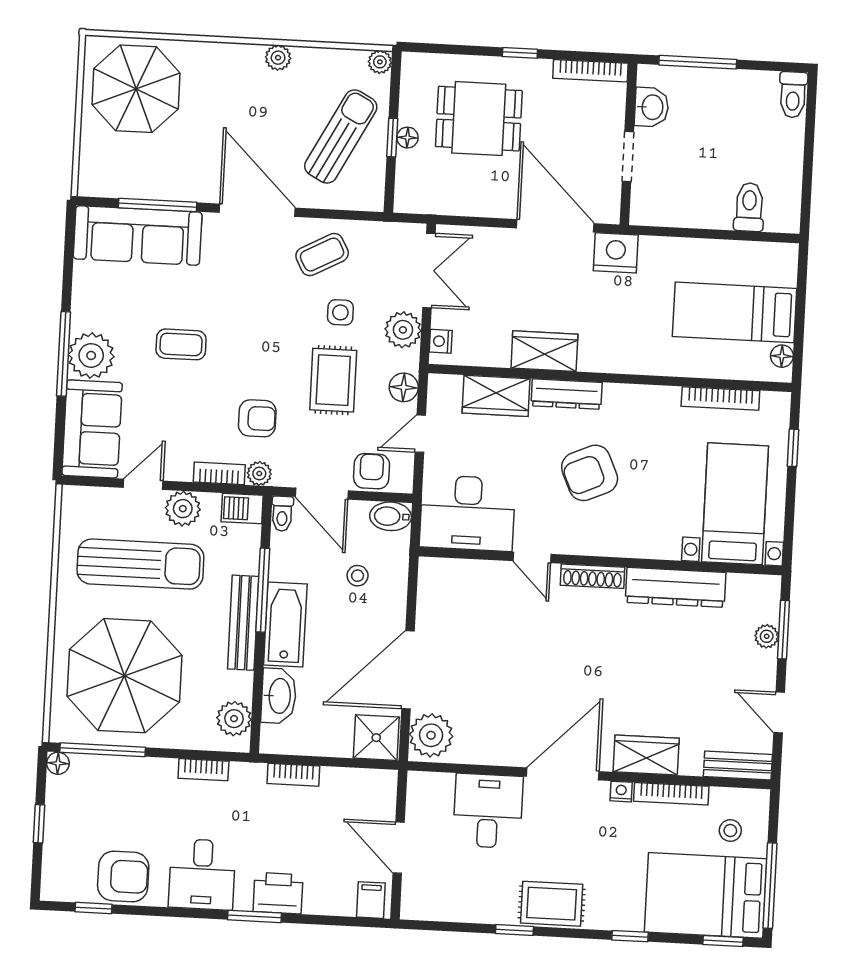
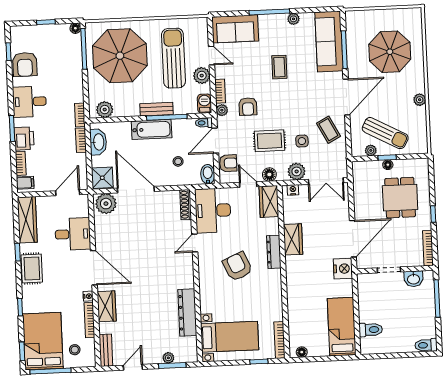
plant: (380, 62) -> (371, 150), moved
parasol: (136, 89) -> (390, 52), moved
bed: (735, 312) -> (342, 327), moved
plant: (91, 355) -> (293, 19), moved, width x0.53, depth x0.53
wardrobe: (496, 396) -> (269, 201), moved
bookcase: (720, 398) -> (280, 340), moved
sun lounger: (140, 564) -> (173, 58), turned 180
shoe rack: (593, 576) -> (186, 205), moved
bench: (243, 623) -> (156, 109), width x0.73
washbasin: (279, 696) -> (98, 142), moved, turned -90
bookcase: (203, 770) -> (80, 115), moved
door: (399, 848) -> (68, 193), moved
wardrobe: (449, 903) -> (27, 220), added
bookcase: (329, 905) -> (21, 163), added

